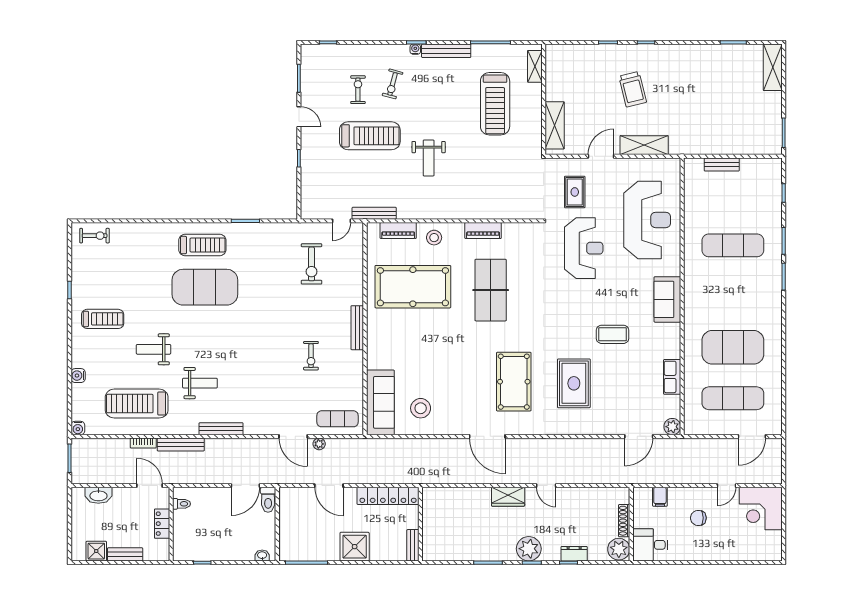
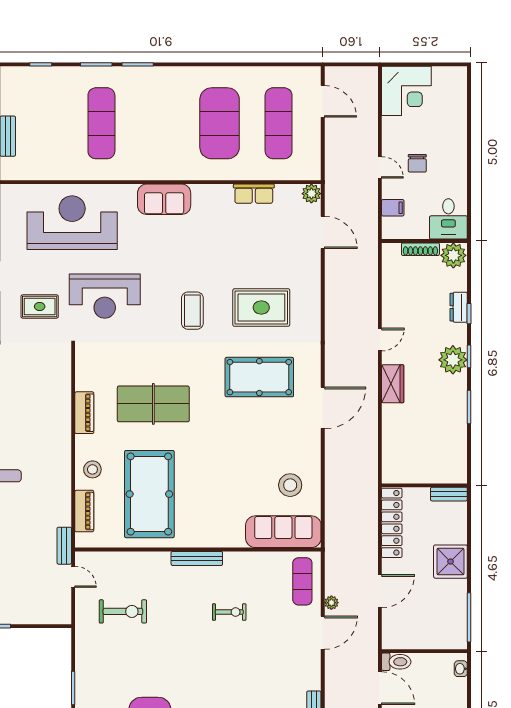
bench: (374, 213) -> (64, 546), width x0.73
reception desk: (584, 248) -> (105, 296), turned 180
coffee table: (613, 334) -> (192, 311), moved
door: (727, 486) -> (380, 167), moved

